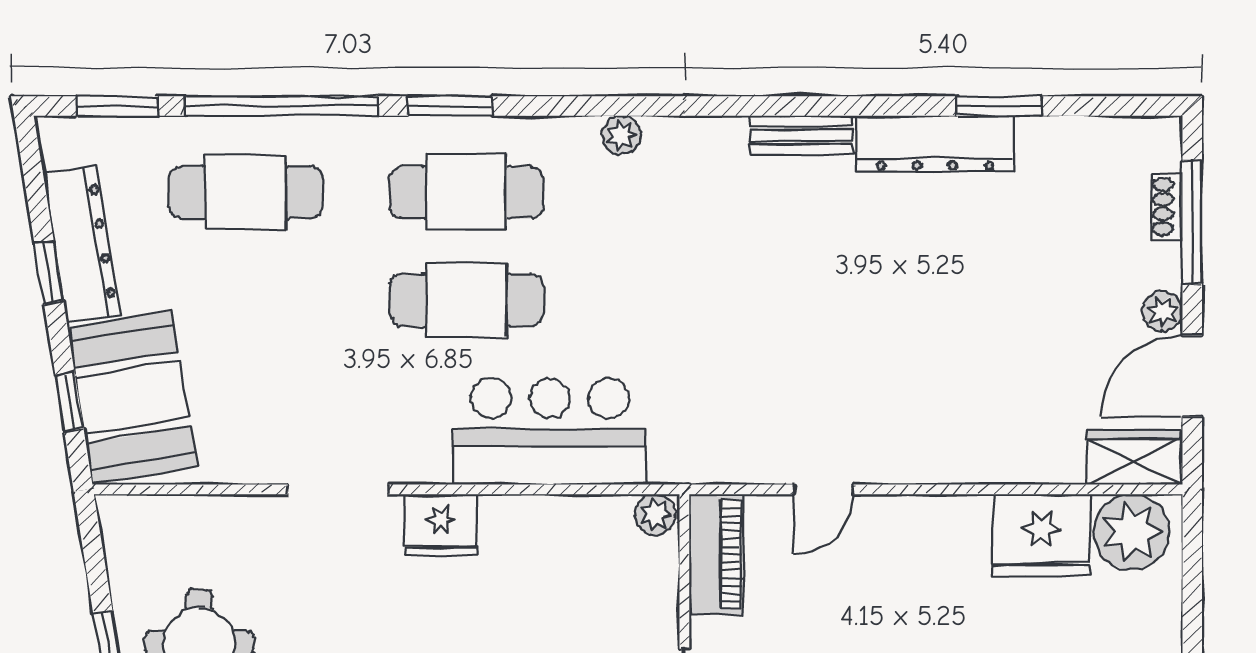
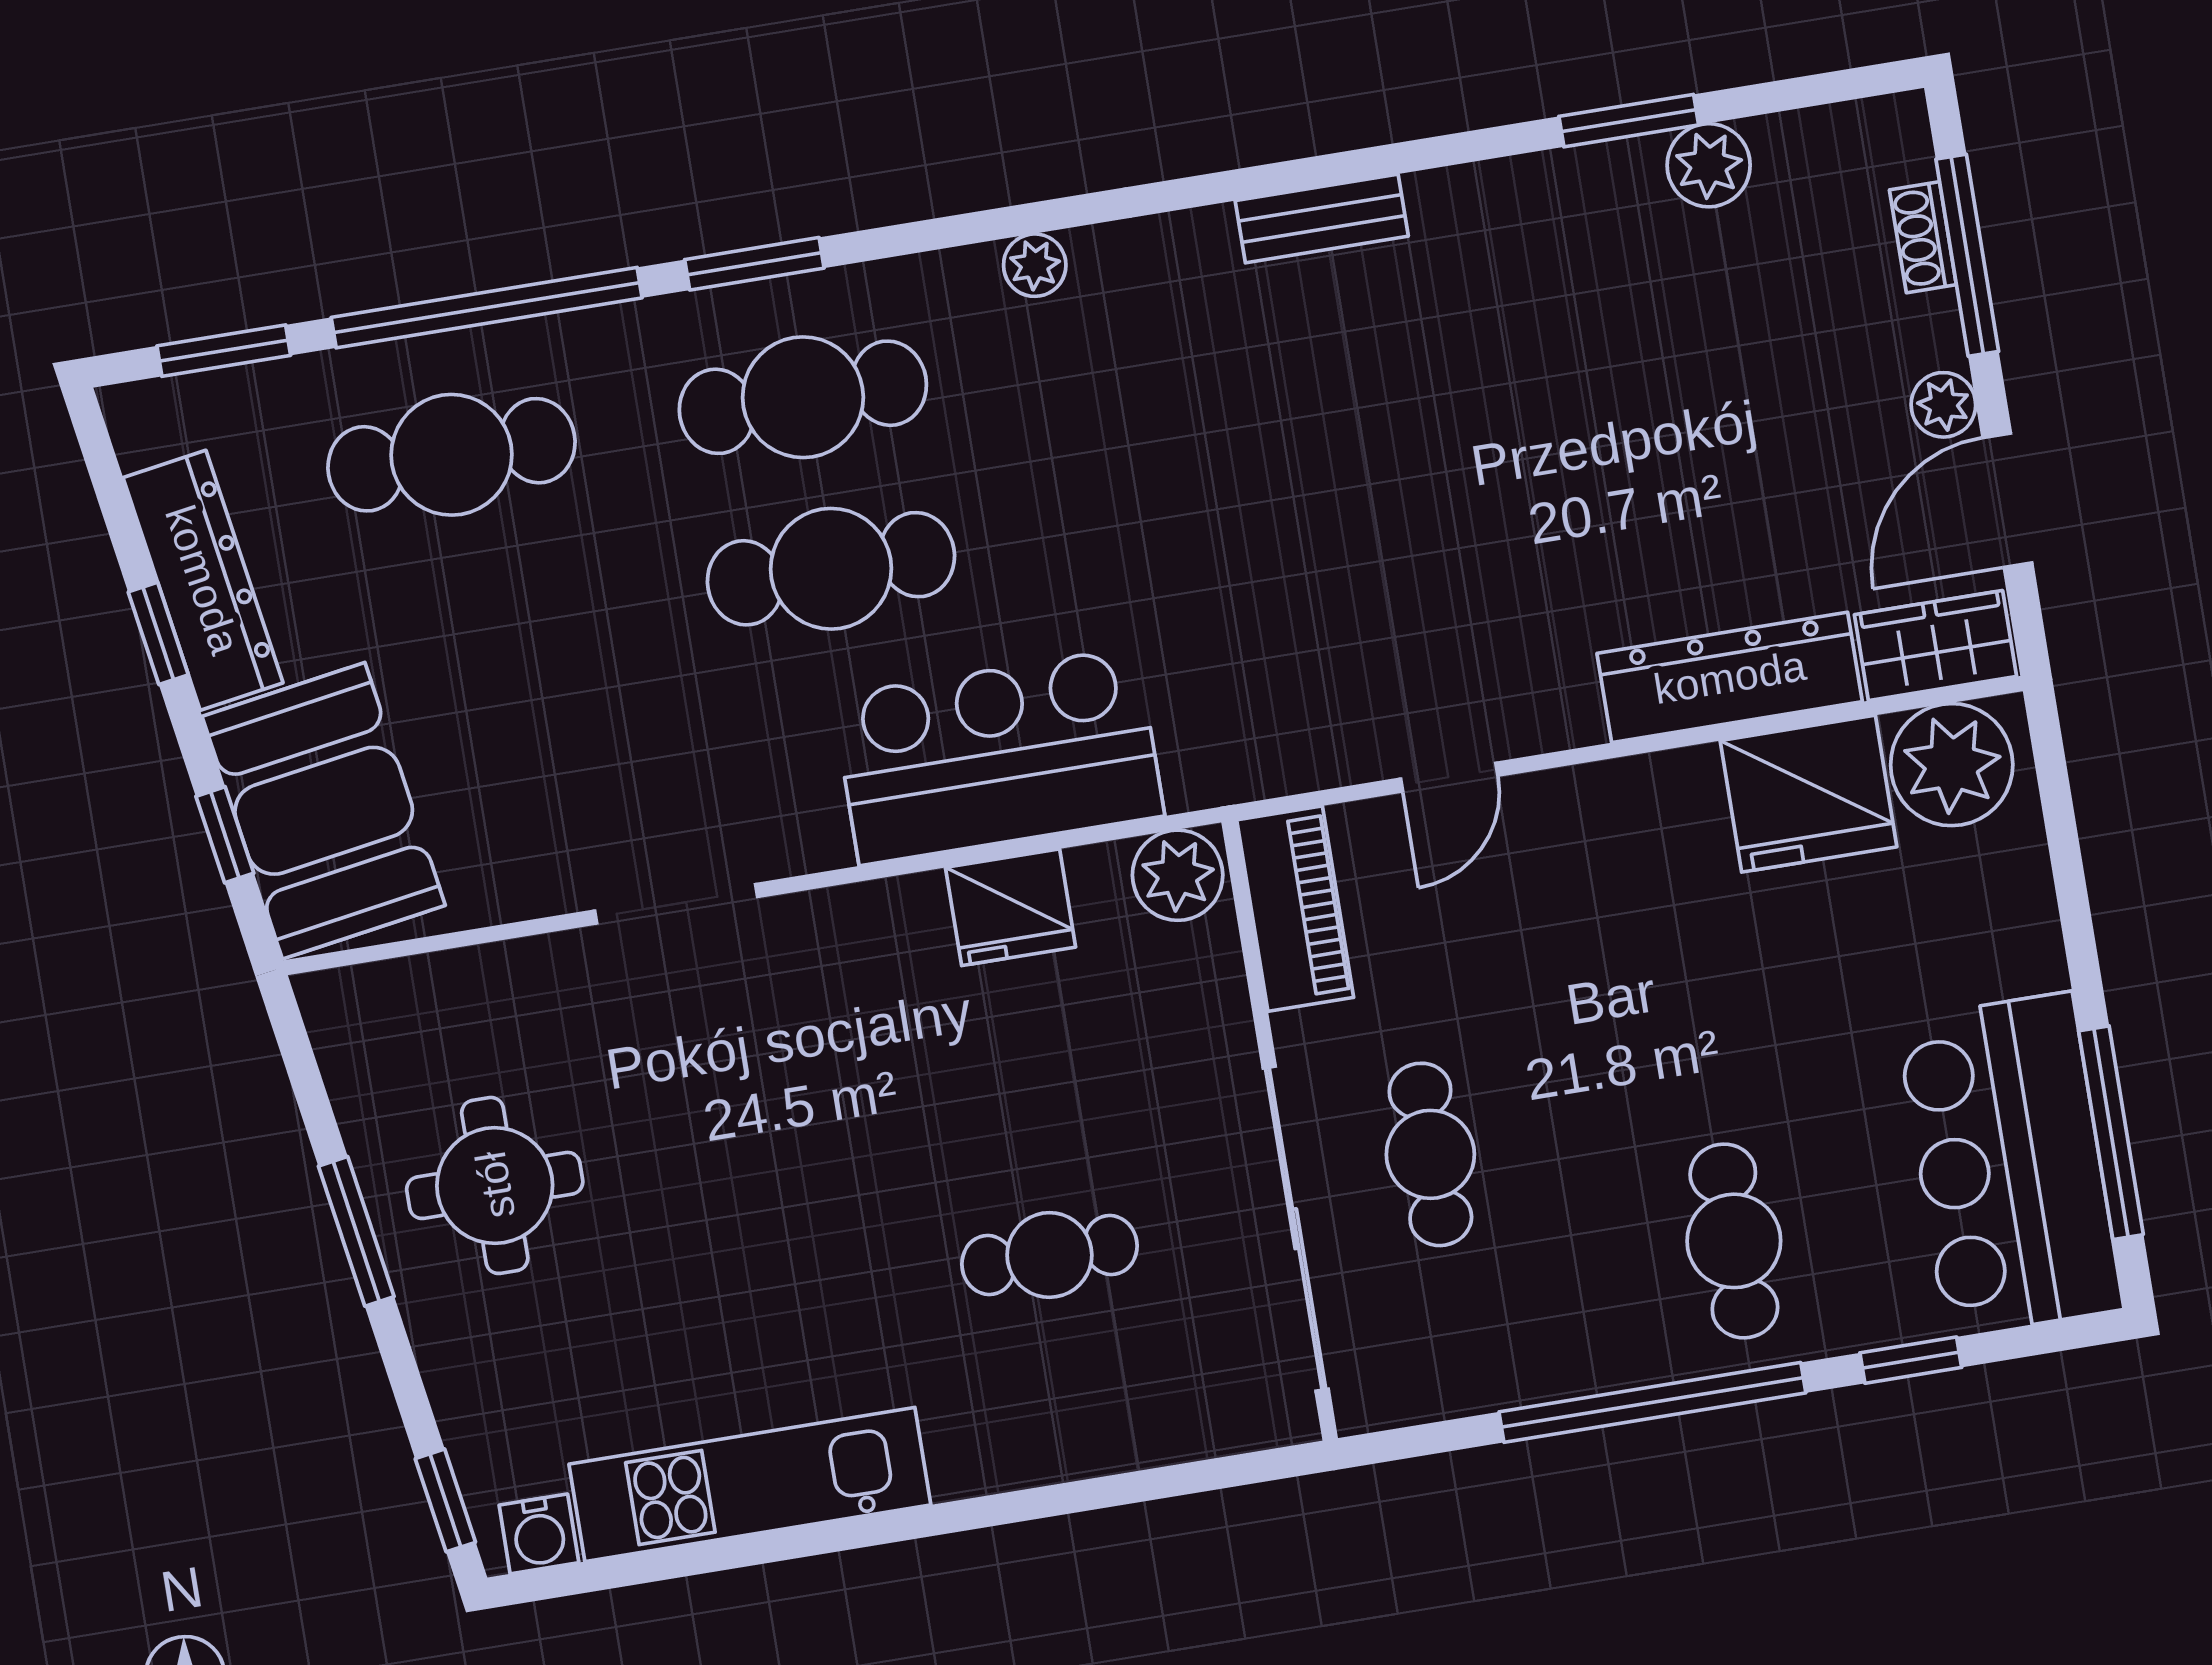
plant: (1043, 141) -> (1709, 165), added
dresser: (935, 144) -> (1730, 677), moved, turned 180
plant: (655, 514) -> (1178, 875), width x1.38, depth x1.38
fridge: (441, 525) -> (1011, 907), moved

